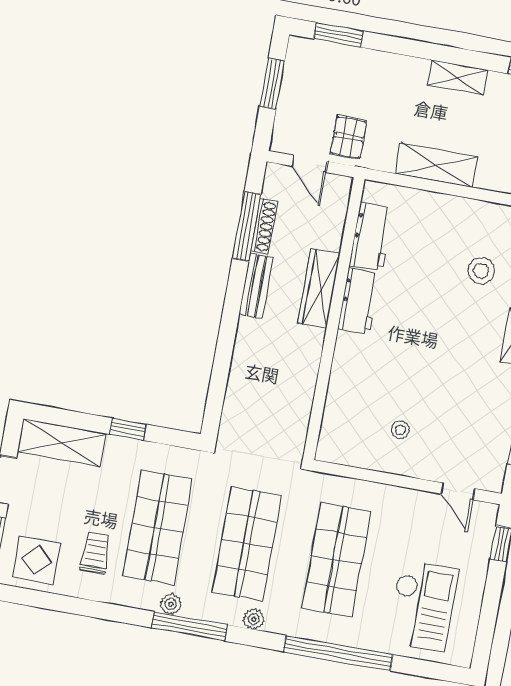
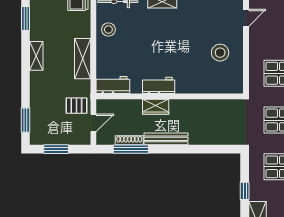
workbench: (371, 237) -> (113, 85), moved
stool: (481, 271) -> (108, 30), moved
bench: (256, 286) -> (166, 139), width x1.36
wardrobe: (319, 288) -> (156, 107), width x0.67
stool: (400, 430) -> (220, 53), width x1.89, depth x1.89

